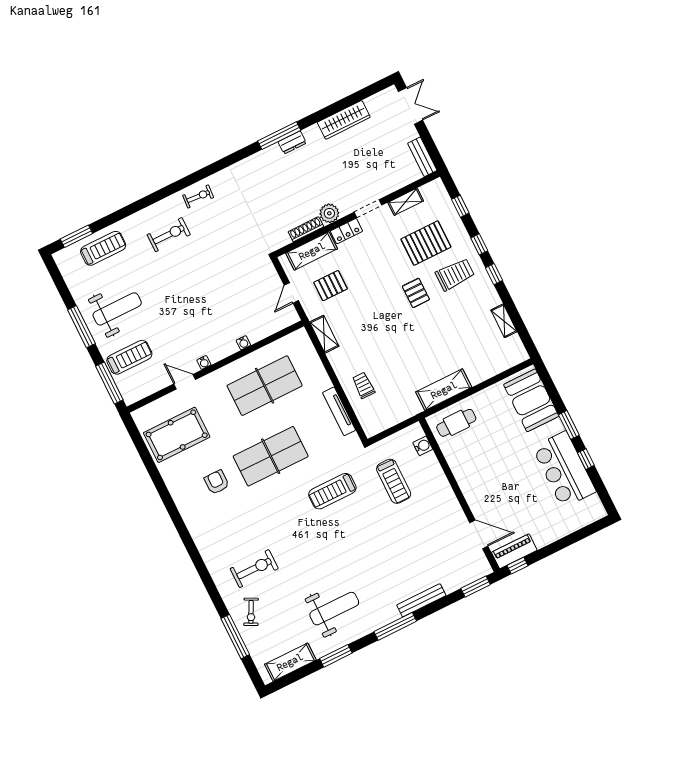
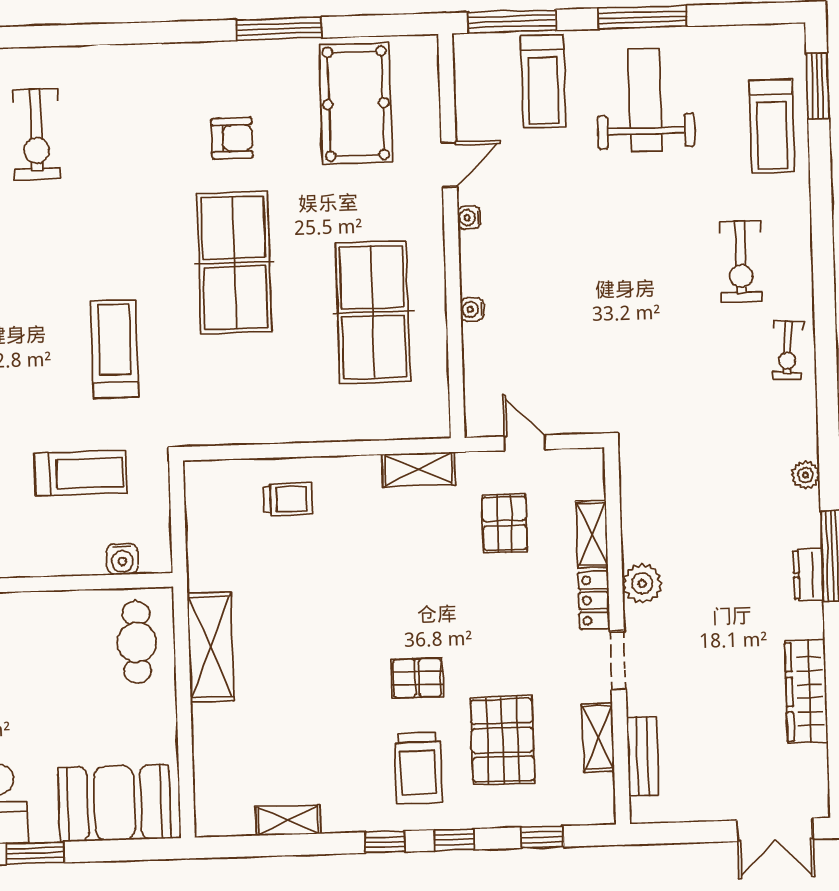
bench: (422, 157) -> (643, 756), moved, turned 90
plant: (249, 164) -> (805, 475), added
shoe rack: (306, 229) -> (633, 526), removed
shelving: (312, 251) -> (592, 534), width x0.67, depth x0.75
weight bench: (117, 309) -> (645, 100), turned 180
tv unit: (339, 411) -> (260, 431), removed
treadmill: (394, 481) -> (81, 473), turned 180
window: (159, 484) -> (279, 29), added

